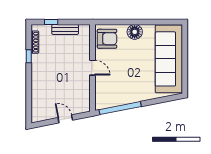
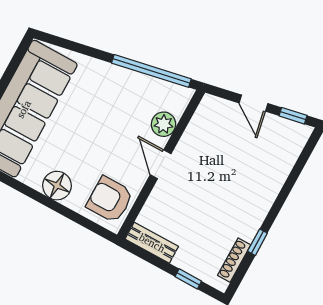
bench: (65, 29) -> (152, 243), moved
plant: (101, 87) -> (163, 124), added
window: (44, 123) -> (293, 116), added

